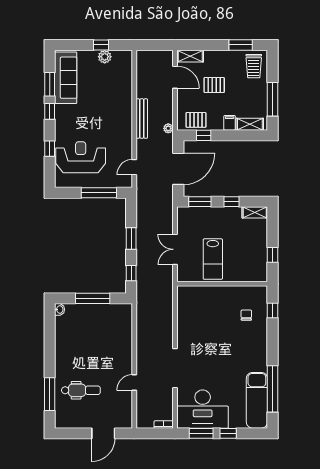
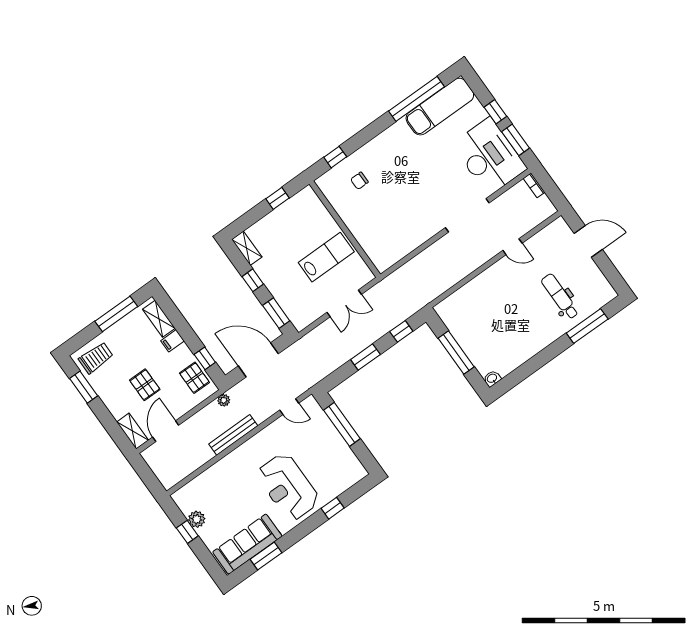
window: (50, 111) -> (294, 536), removed
reception desk: (81, 157) -> (288, 487), moved

